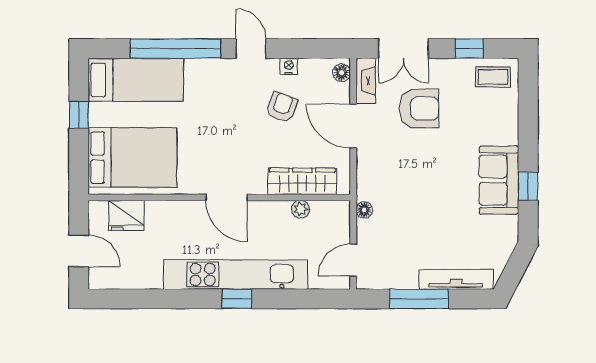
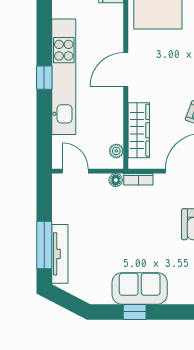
bookcase: (363, 182) -> (138, 179), added
plant: (301, 209) -> (116, 151), moved
window: (419, 299) -> (44, 245), moved

